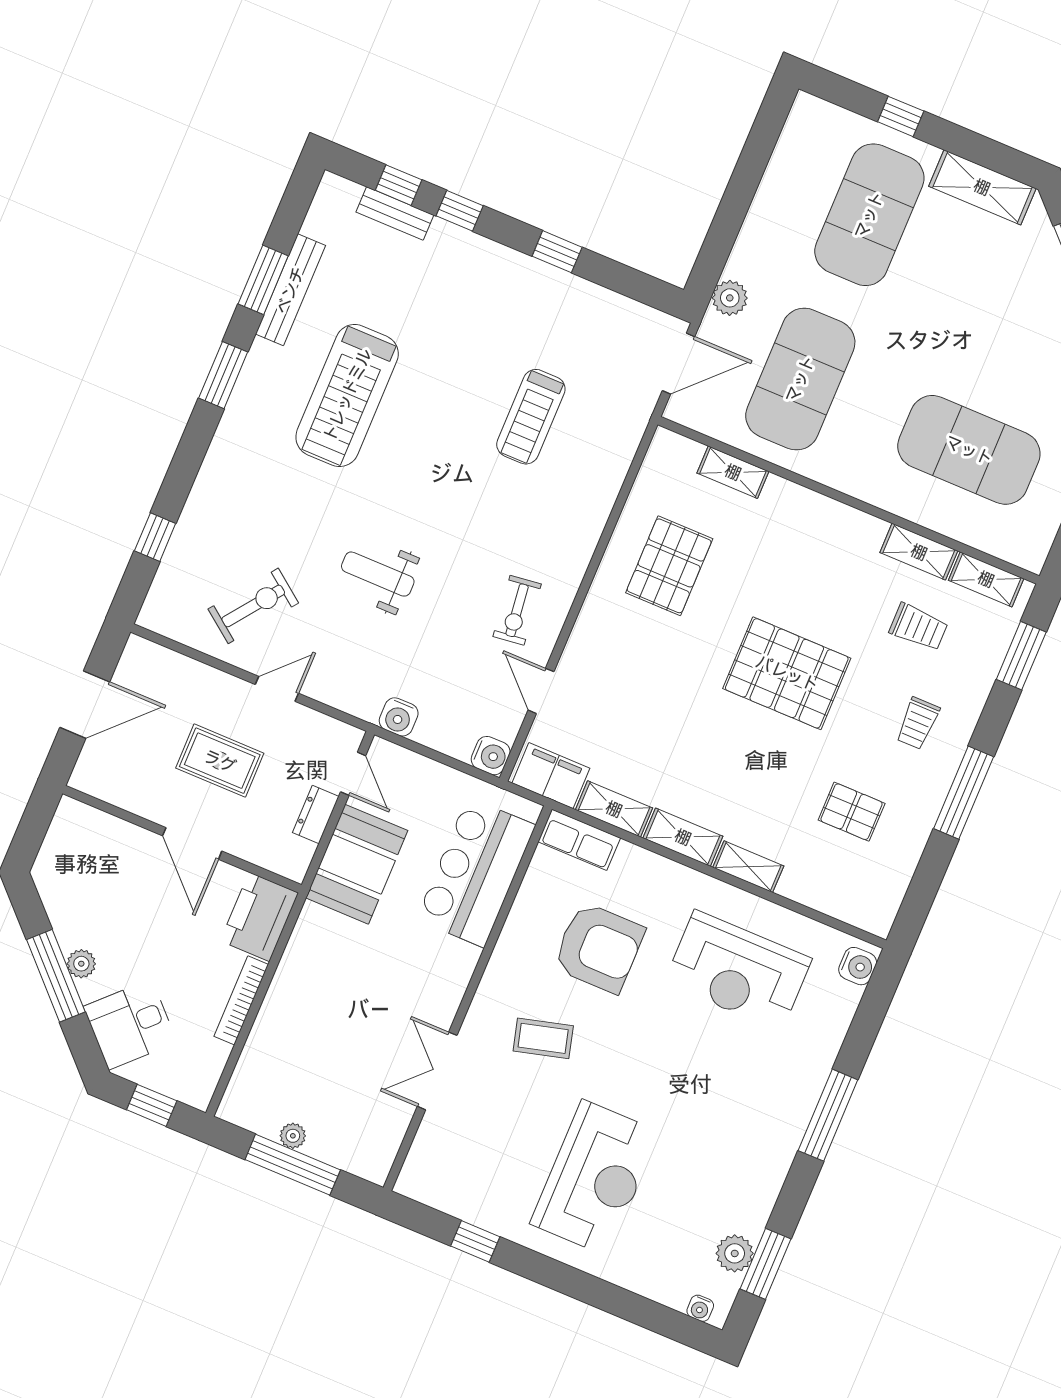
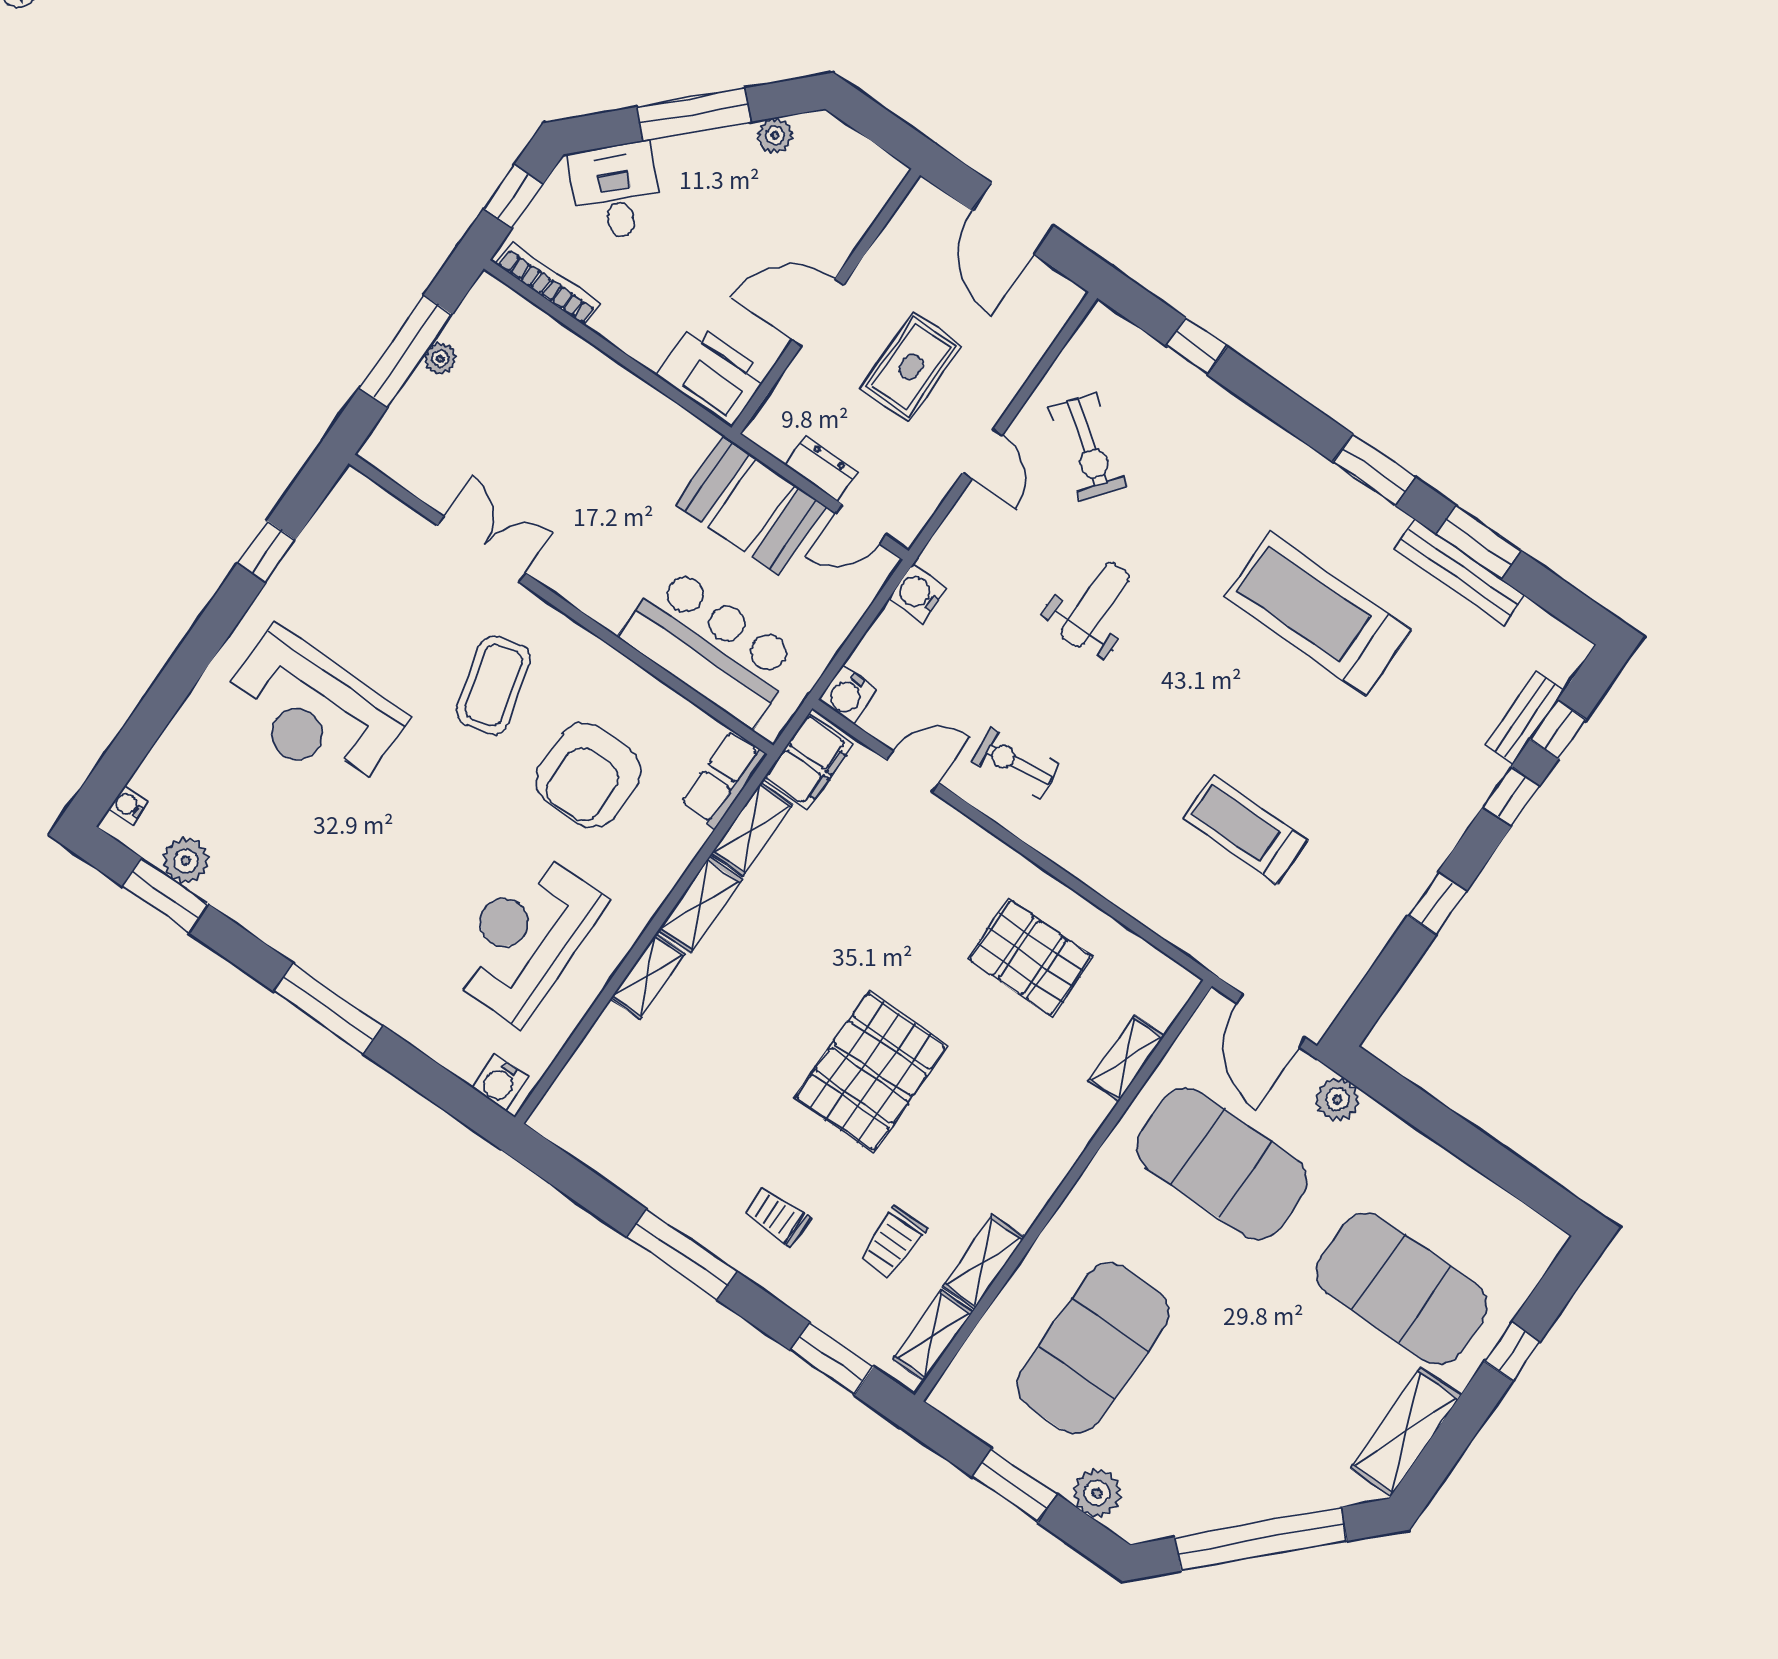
pallet: (852, 812) -> (688, 1114), removed
plant: (81, 964) -> (775, 135), moved
bookcase: (241, 1000) -> (548, 284), moved
coffee table: (543, 1038) -> (494, 685), width x1.36, depth x1.30

